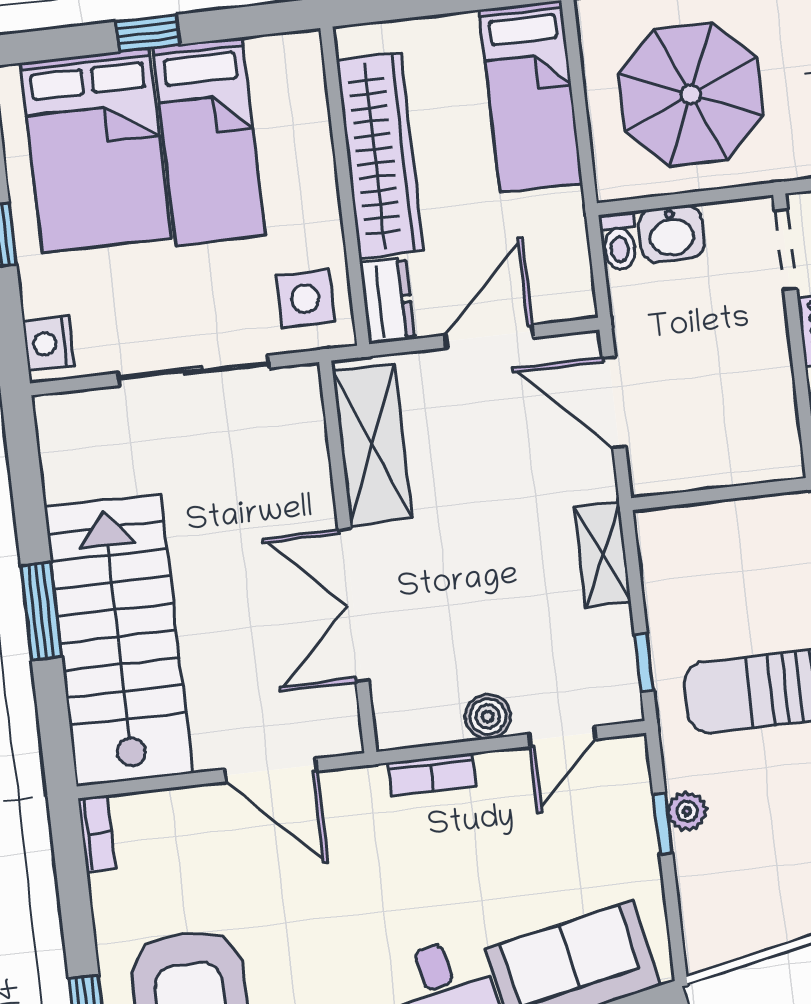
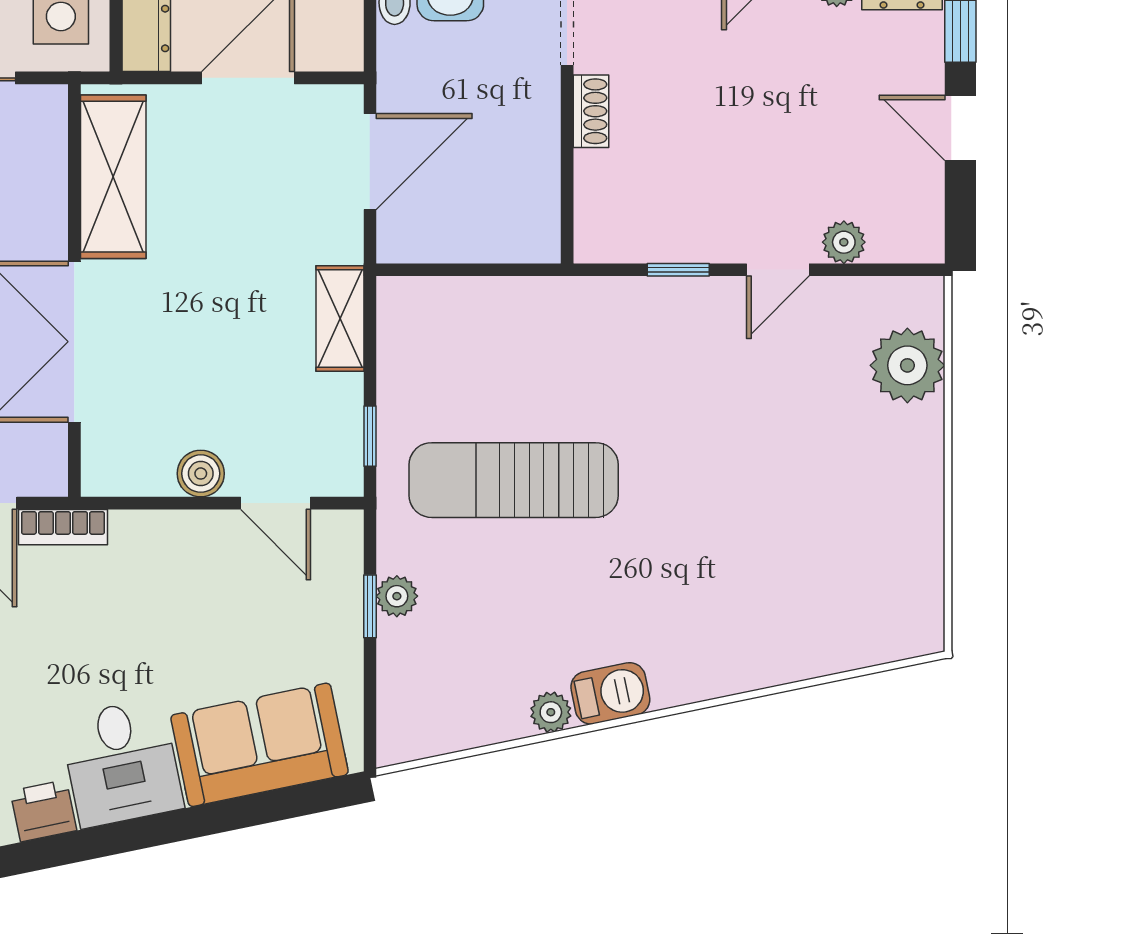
door: (614, 402) -> (370, 162), swing flipped
door: (562, 736) -> (276, 503), hinge flipped
bookcase: (432, 775) -> (63, 527), moved

